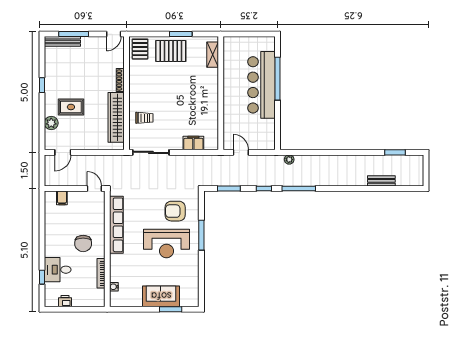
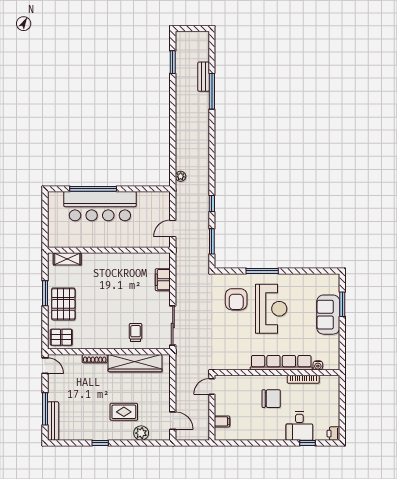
rug: (71, 107) -> (124, 412), turned 90
window: (299, 189) -> (212, 91), moved
row of seats: (116, 225) -> (281, 363), moved
printer: (65, 301) -> (333, 434), moved

